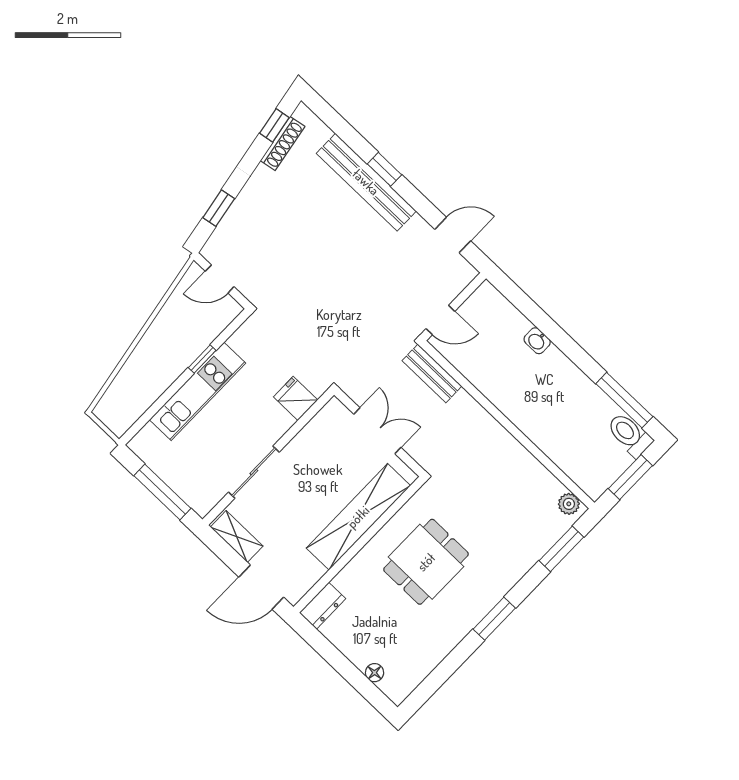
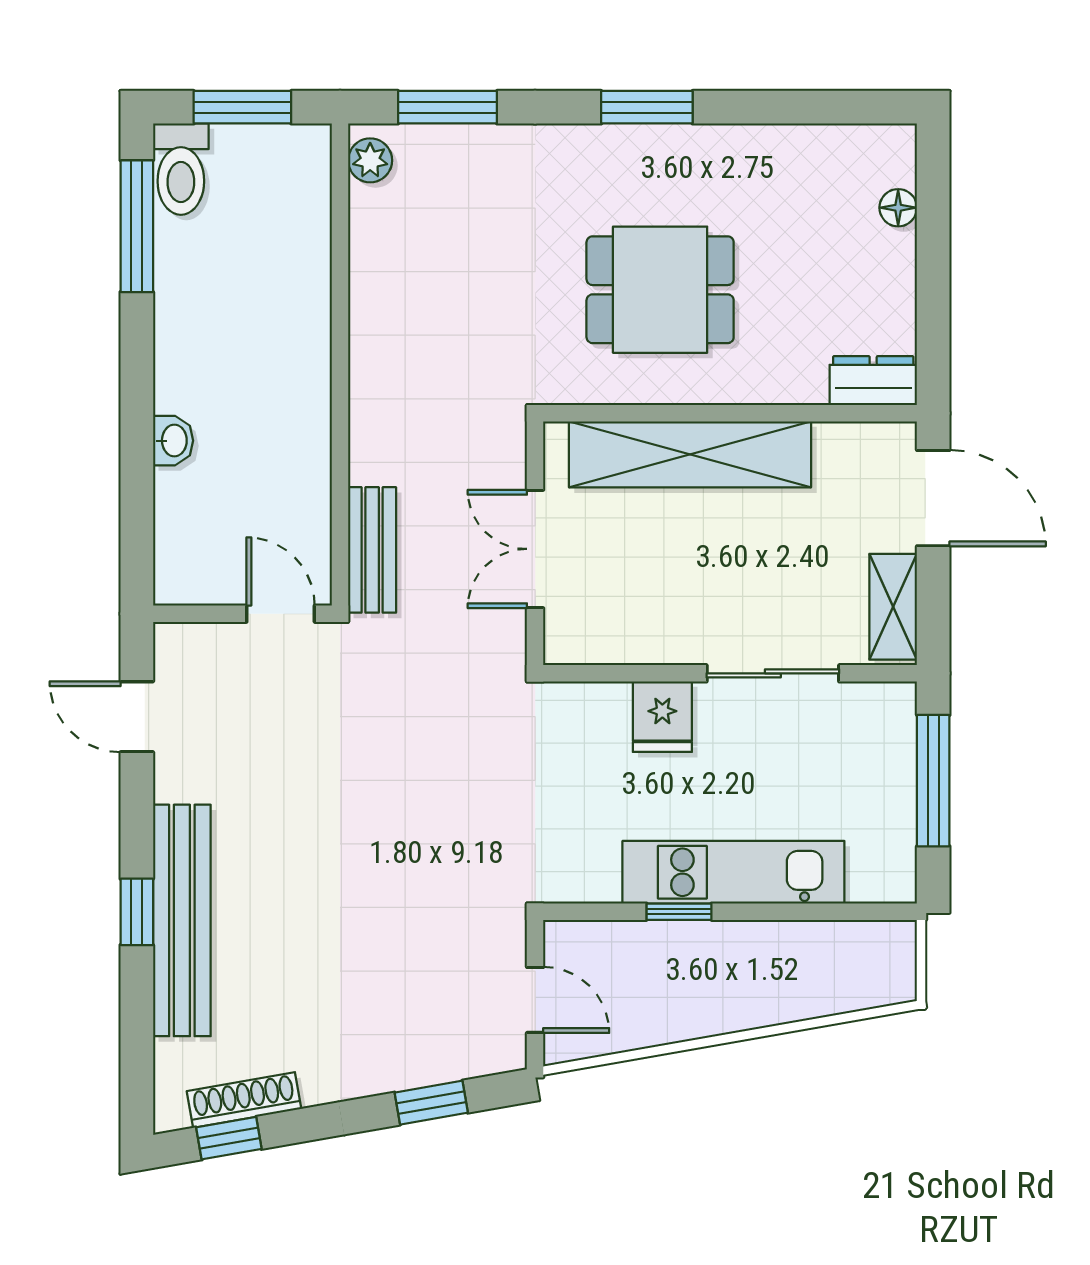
fridge: (296, 398) -> (662, 717), moved

